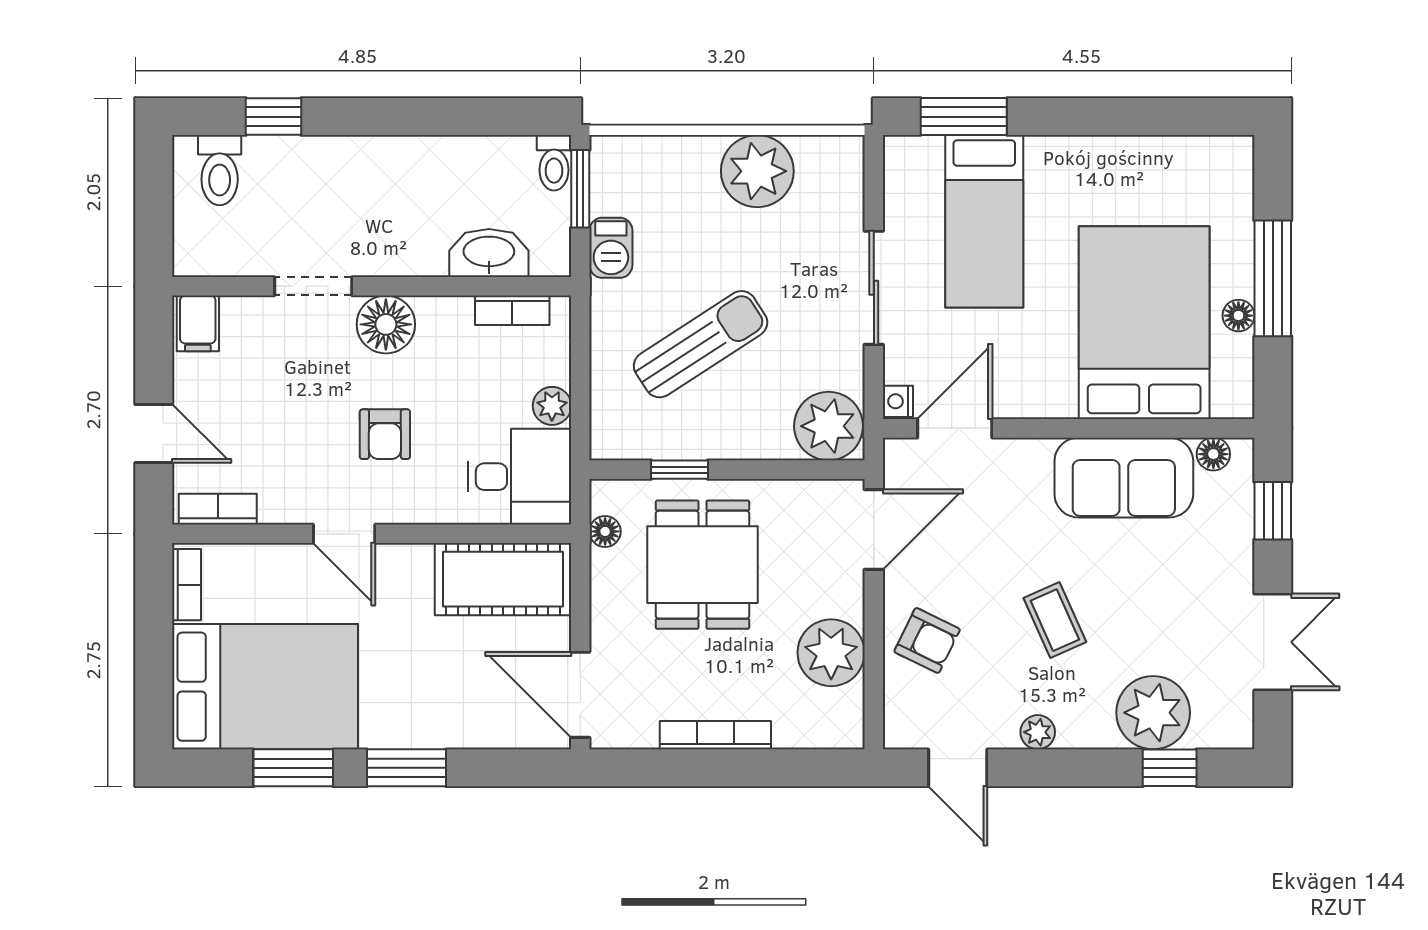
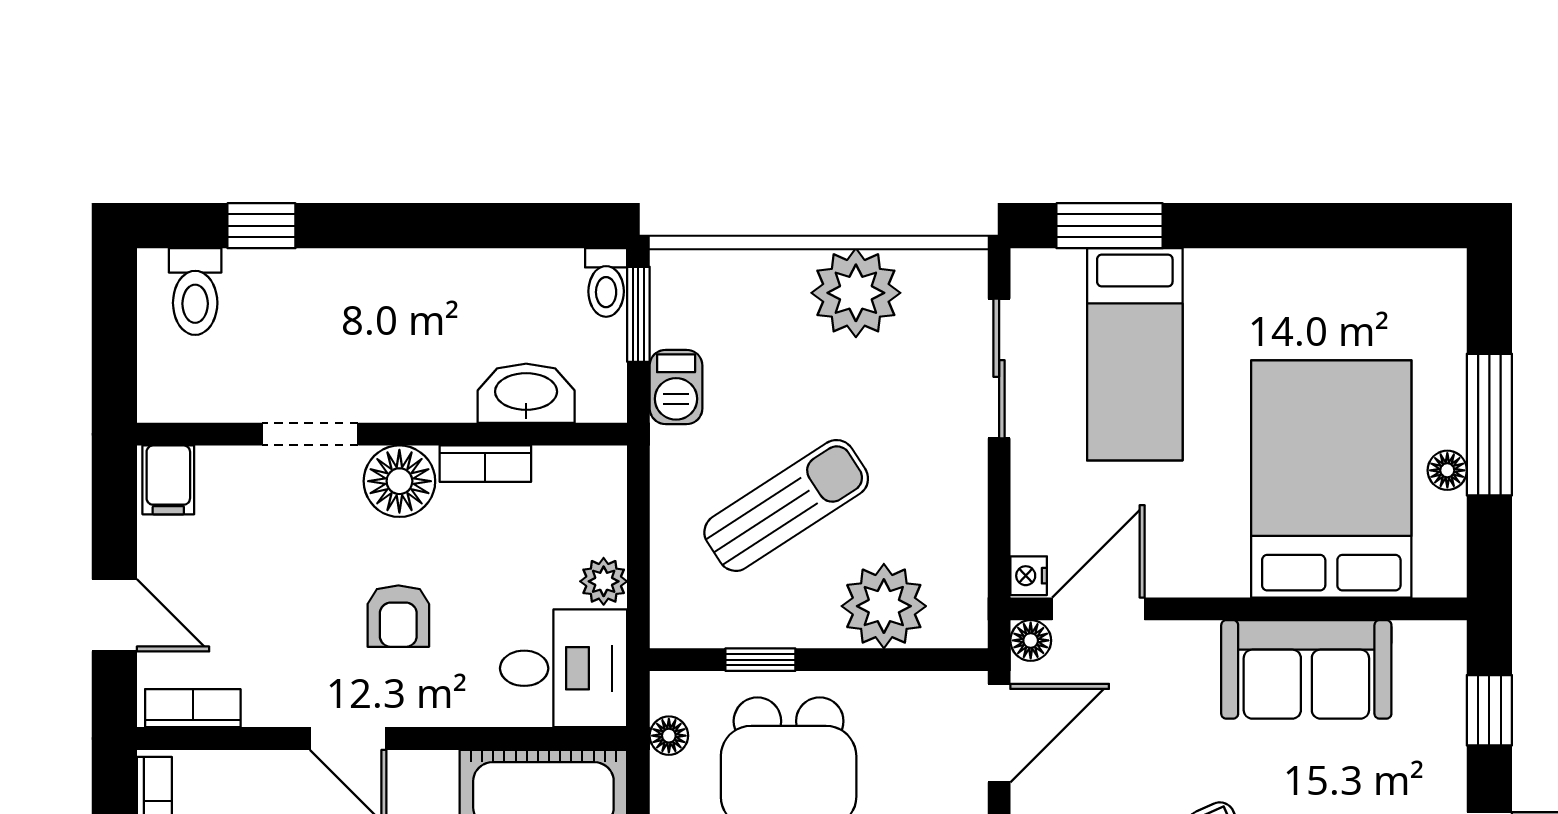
sliding door: (874, 288) -> (999, 369), moved
bookcase: (512, 310) -> (485, 464), moved
plant: (828, 426) -> (884, 606), moved
floor lamp: (1213, 454) -> (1031, 640), moved

